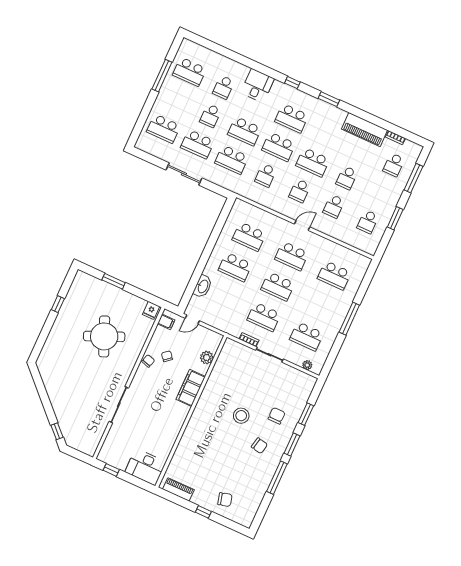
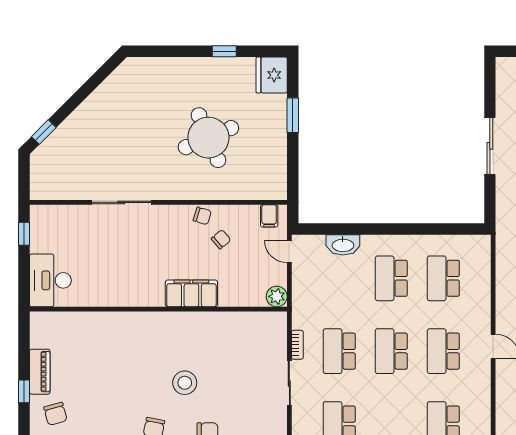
fridge: (151, 310) -> (272, 75), moved, width x1.88, depth x1.34
plant: (207, 358) -> (277, 296), moved
piano: (178, 489) -> (40, 372), moved

